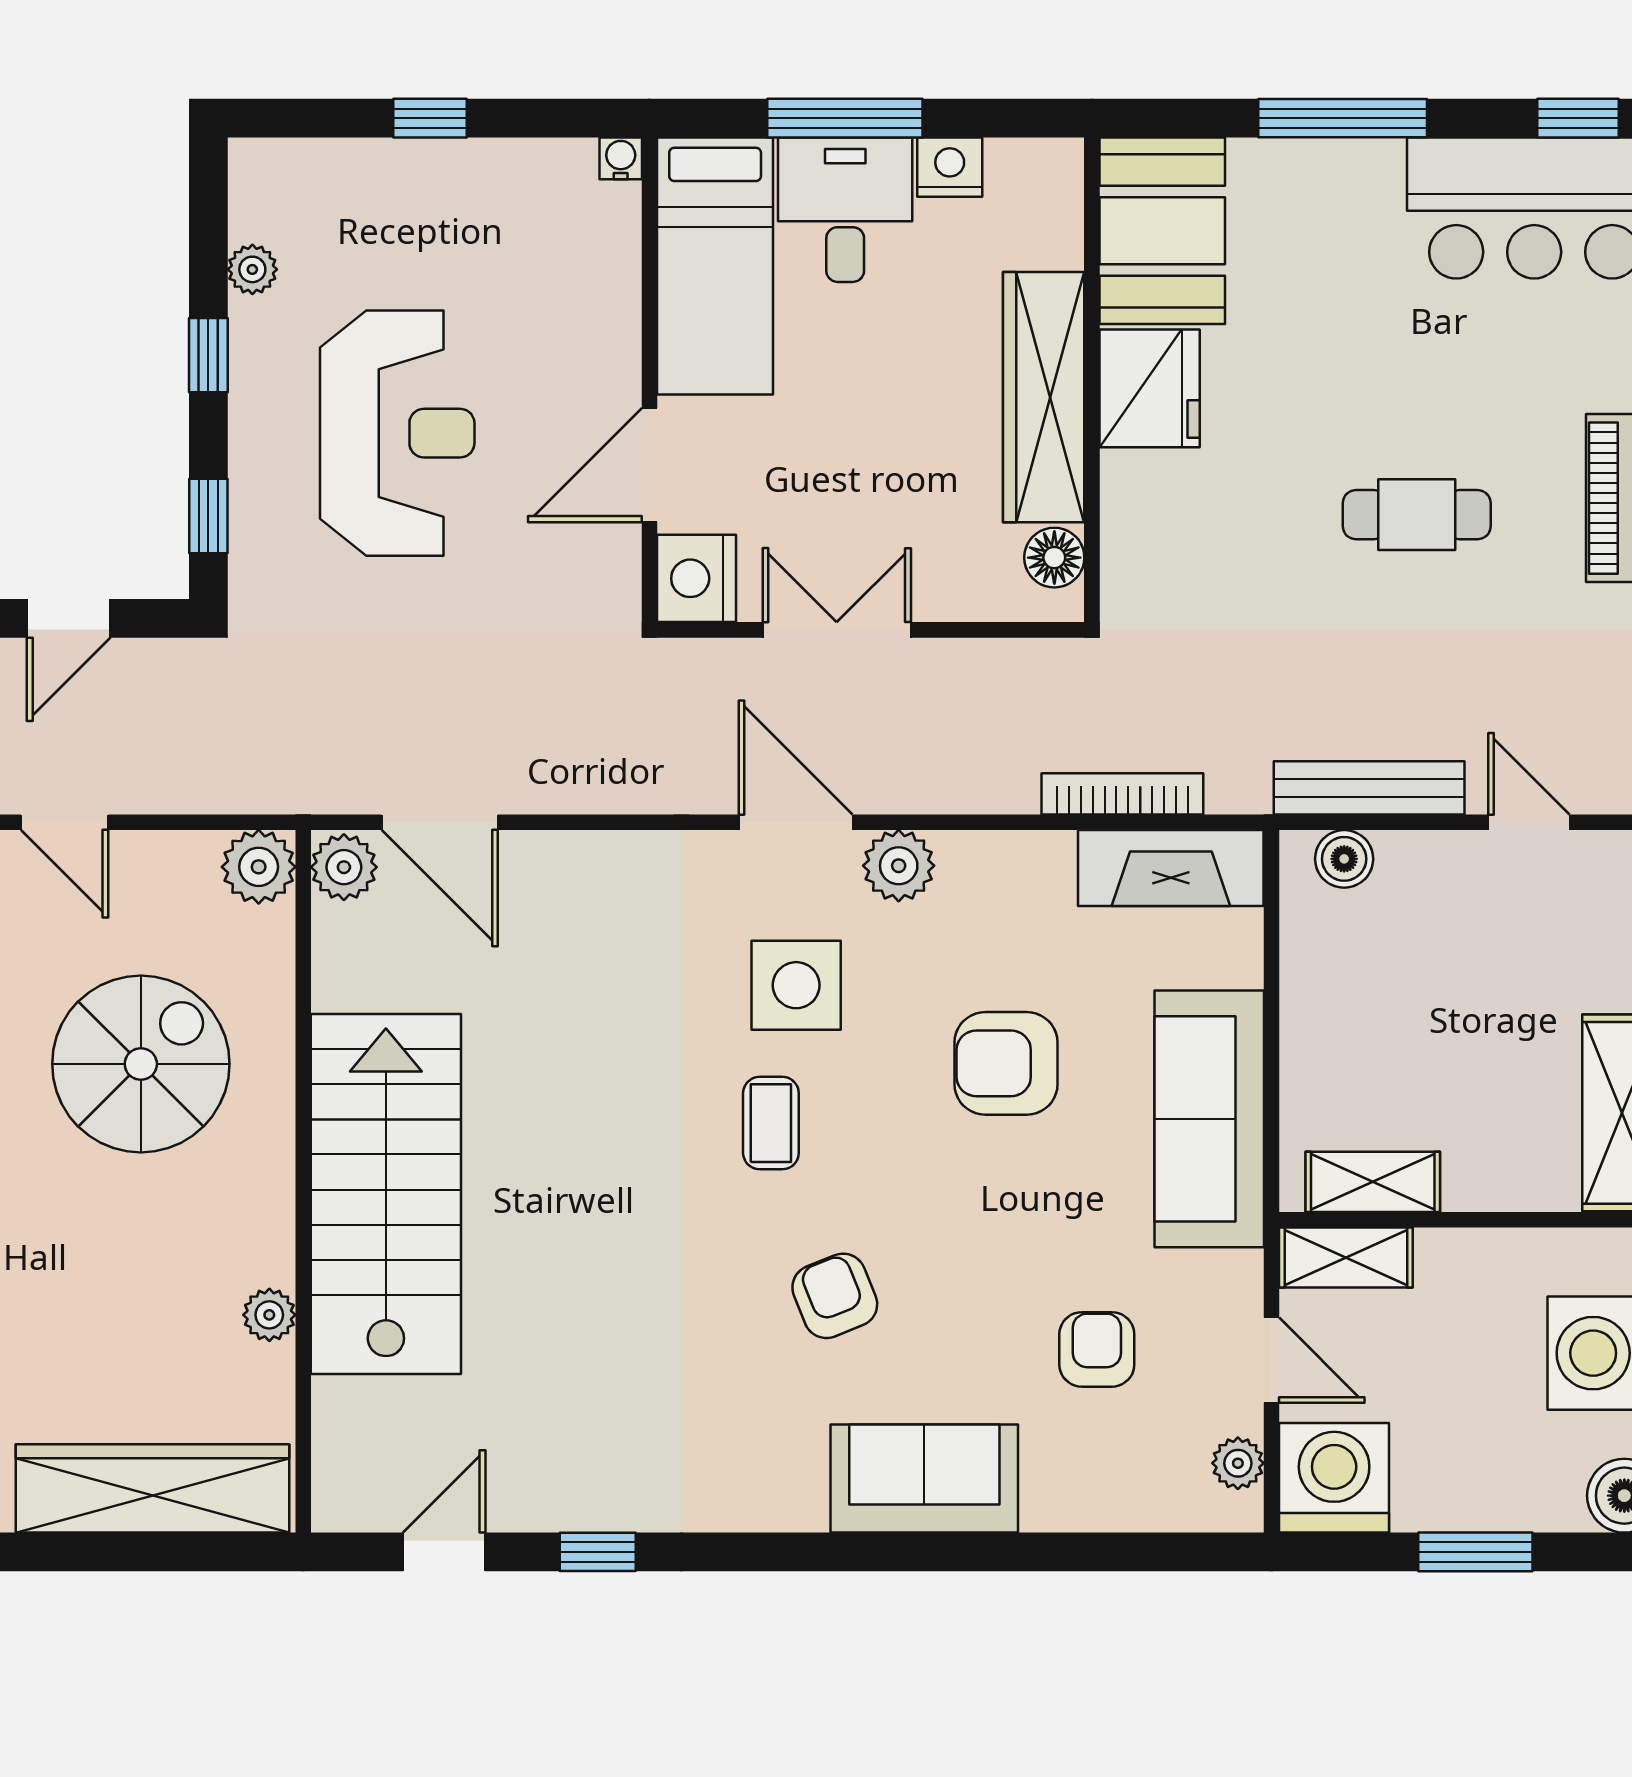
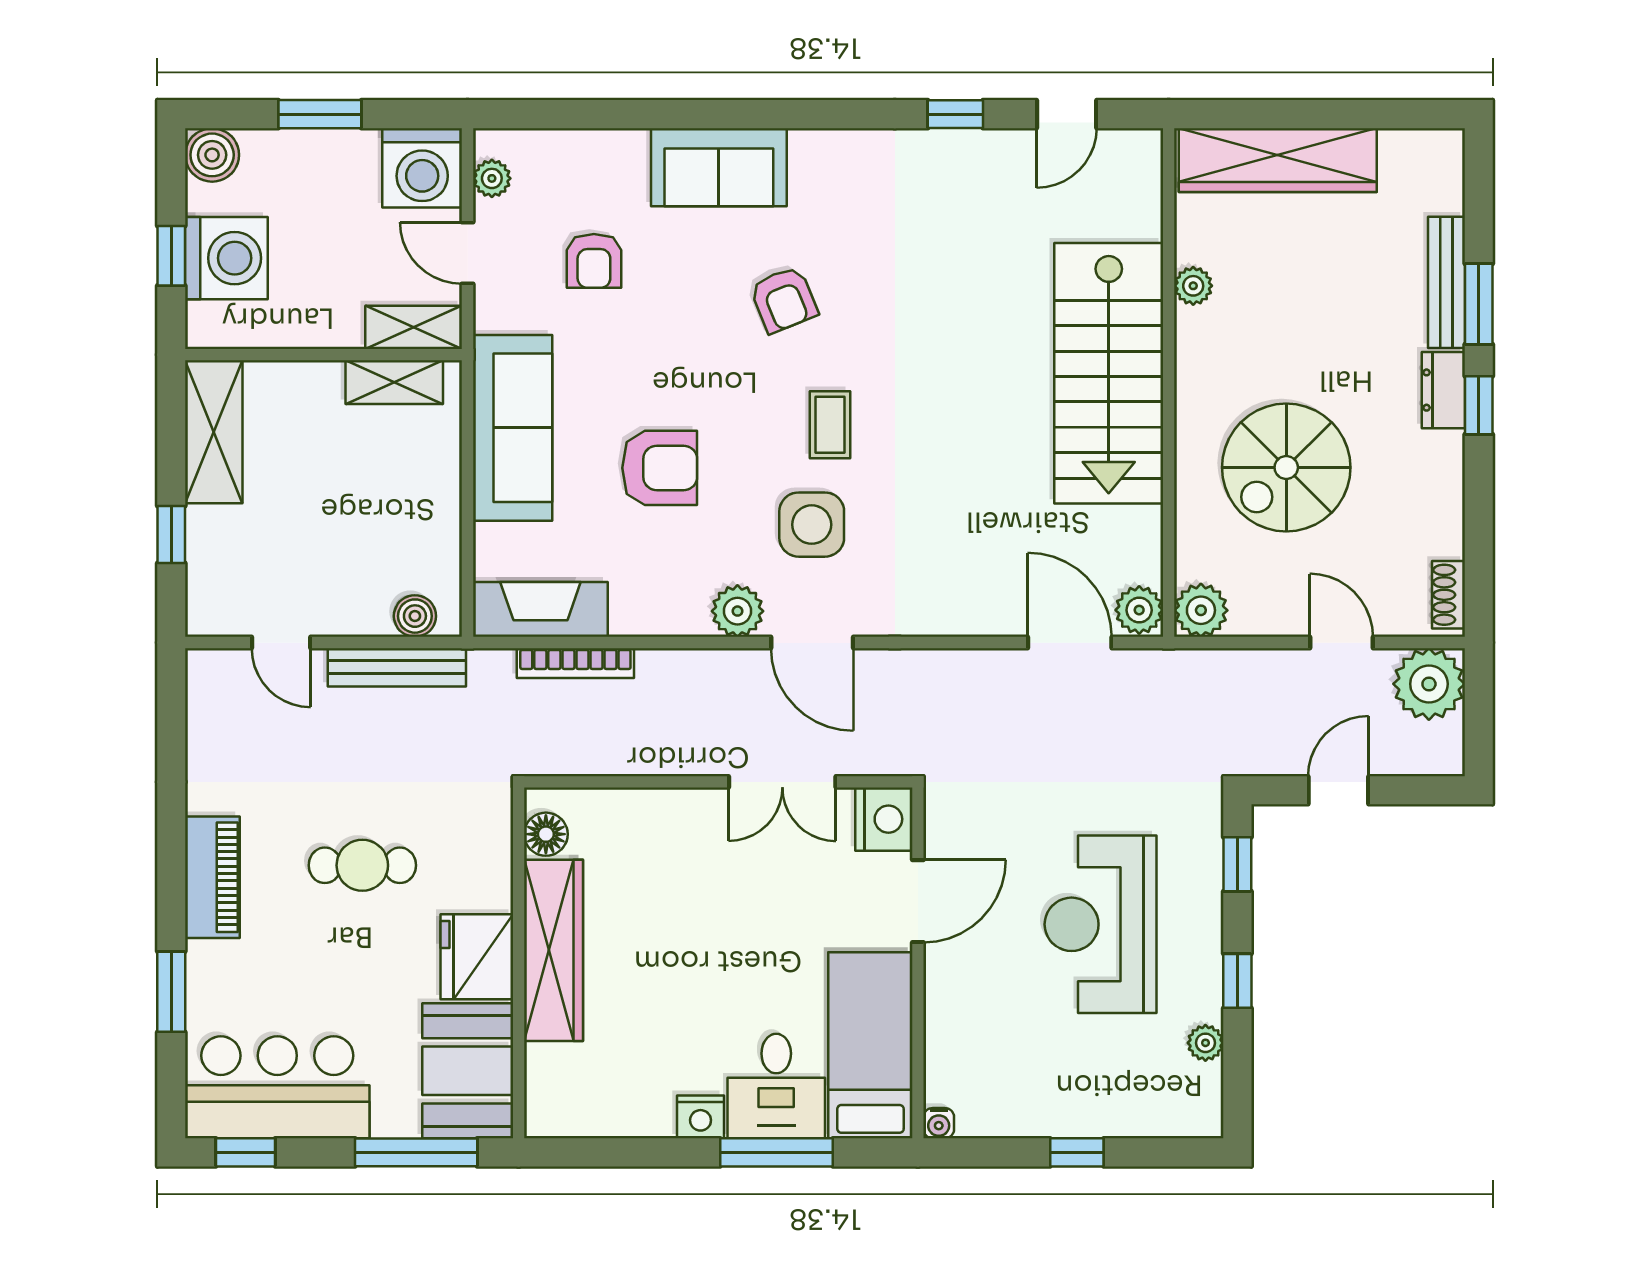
booth: (1162, 231) -> (468, 1071), moved
wall: (1092, 380) -> (519, 963), moved
fridge: (1150, 388) -> (477, 957), moved
wardrobe: (1044, 397) -> (554, 950), moved
floor lamp: (1054, 558) -> (546, 834), moved

